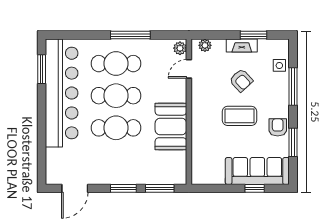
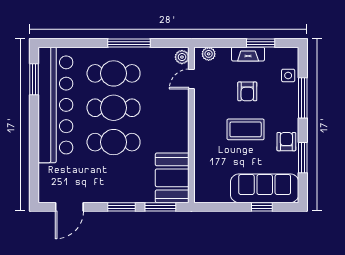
armchair: (241, 80) -> (247, 91), turned 43
booth: (171, 126) -> (172, 178), moved

